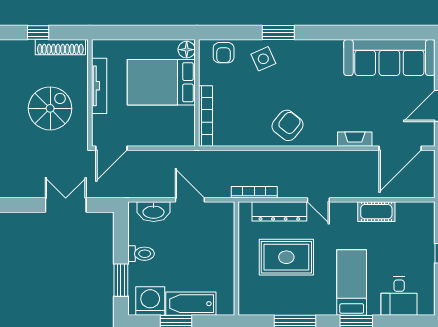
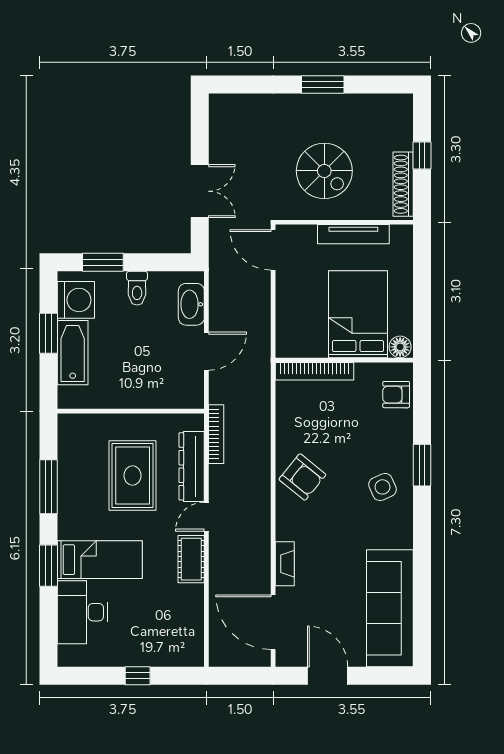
side table: (263, 59) -> (383, 487), moved
cot: (376, 212) -> (191, 559), moved
desk: (399, 296) -> (82, 612), width x1.37

